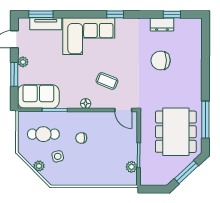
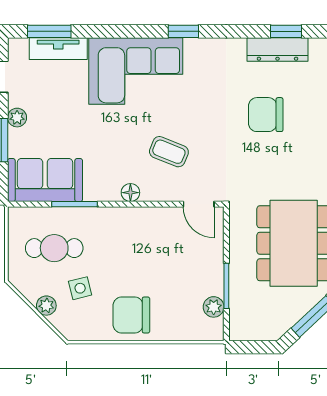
dresser: (162, 24) -> (277, 49), width x1.44
chair: (81, 138) -> (131, 315), moved, width x1.87, depth x1.87

